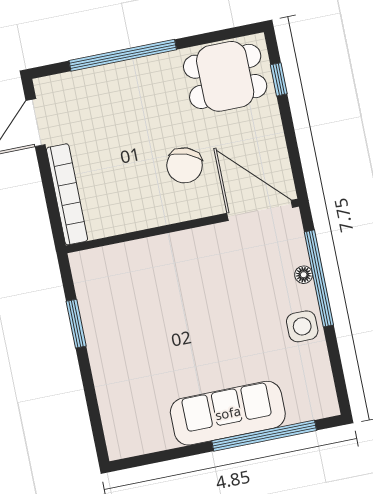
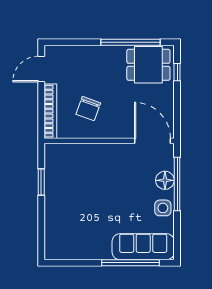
window: (123, 55) -> (131, 42), moved
chair: (185, 165) -> (88, 109), moved
floor lamp: (304, 275) -> (165, 180), width x1.89, depth x1.89
sofa: (228, 413) -> (143, 247), moved

